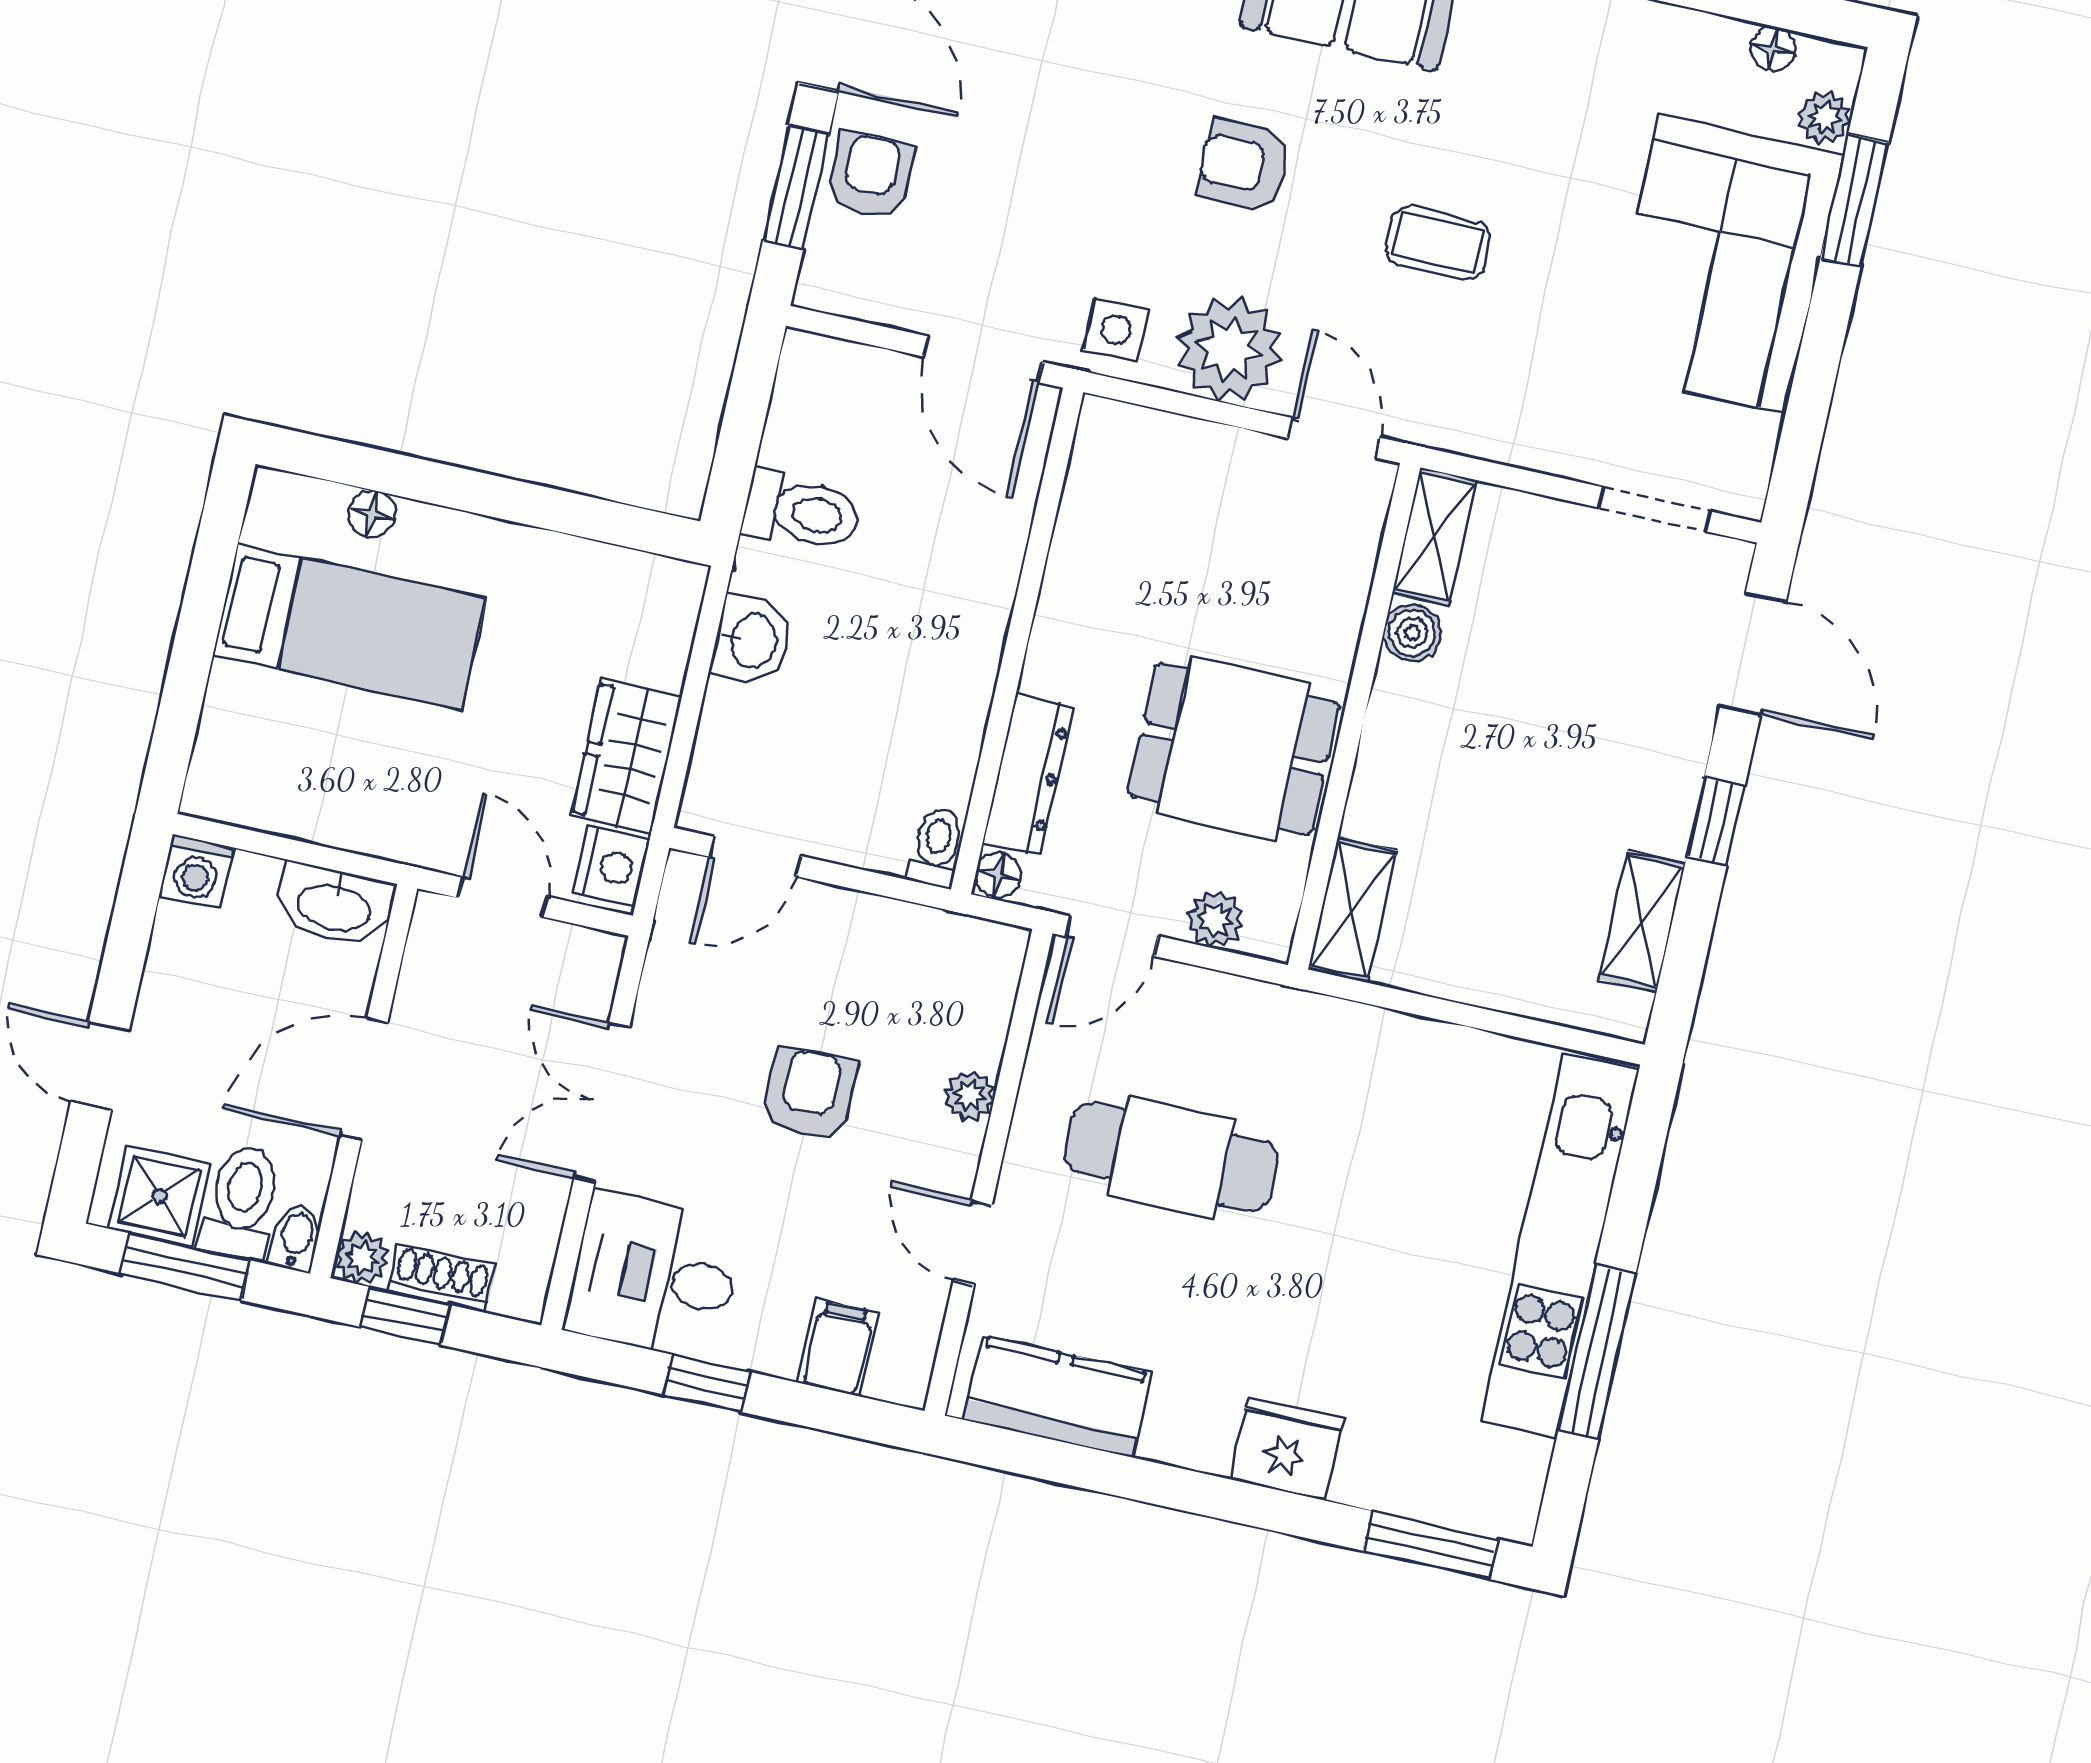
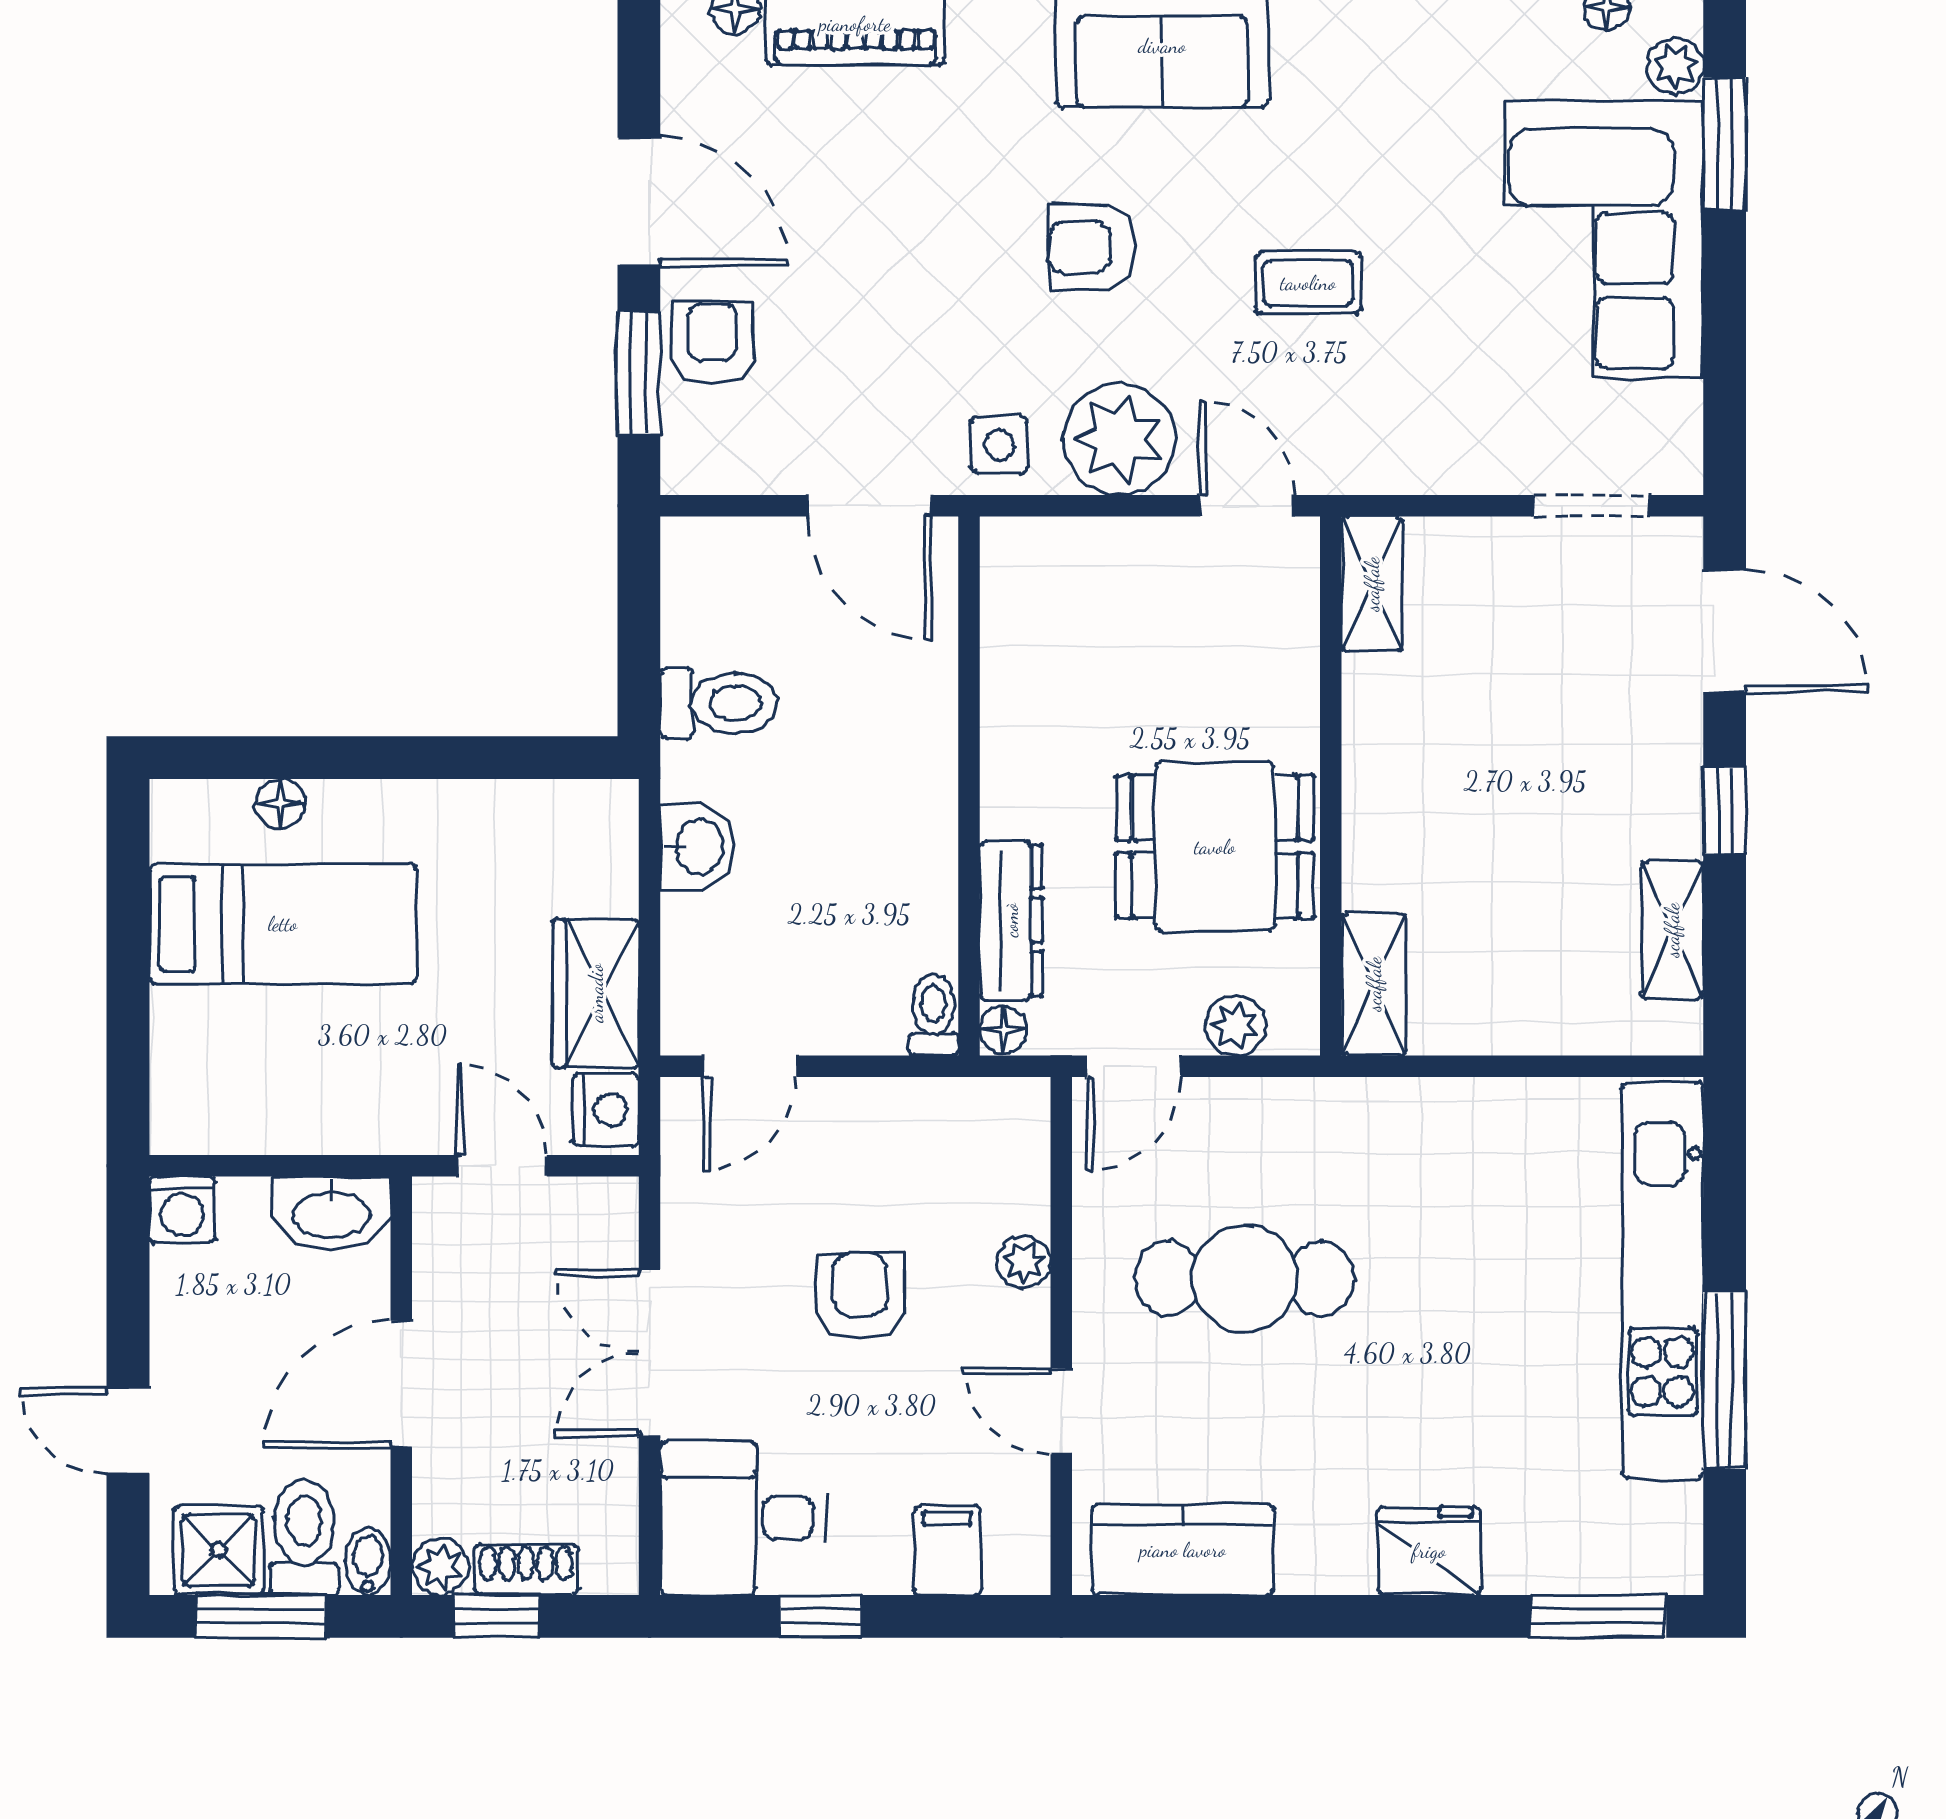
boiler: (1412, 633) -> (1371, 687), removed

